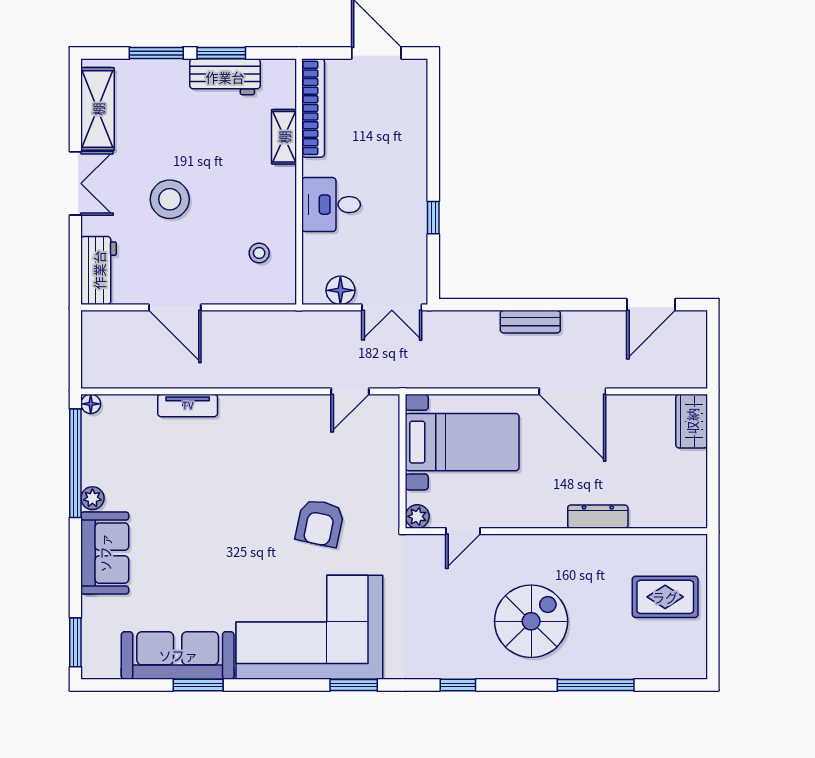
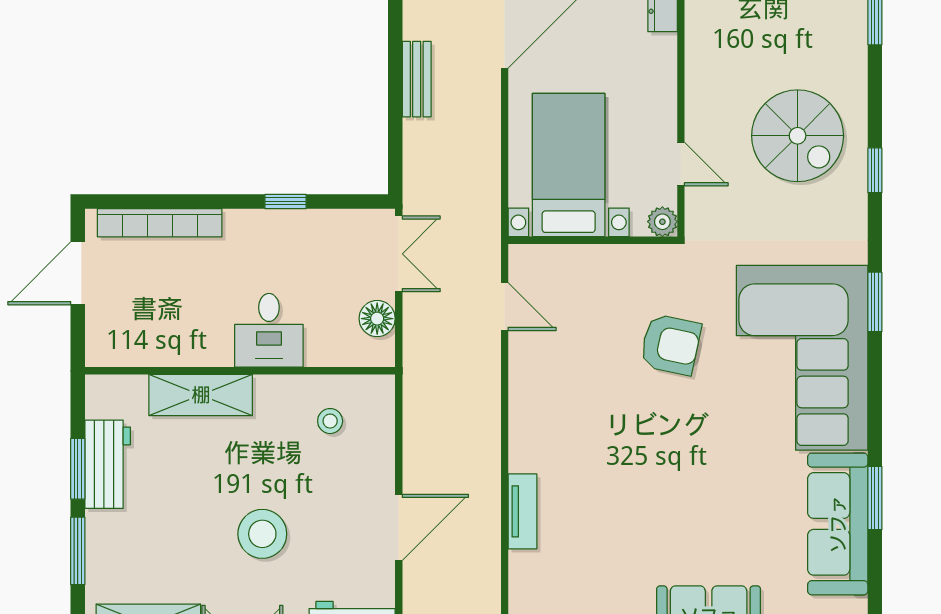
bookcase: (313, 108) -> (160, 223), moved, turned 180
shelving: (284, 137) -> (201, 395), width x1.50, depth x1.33
spiral stairs: (531, 621) -> (798, 136), moved, turned 180

